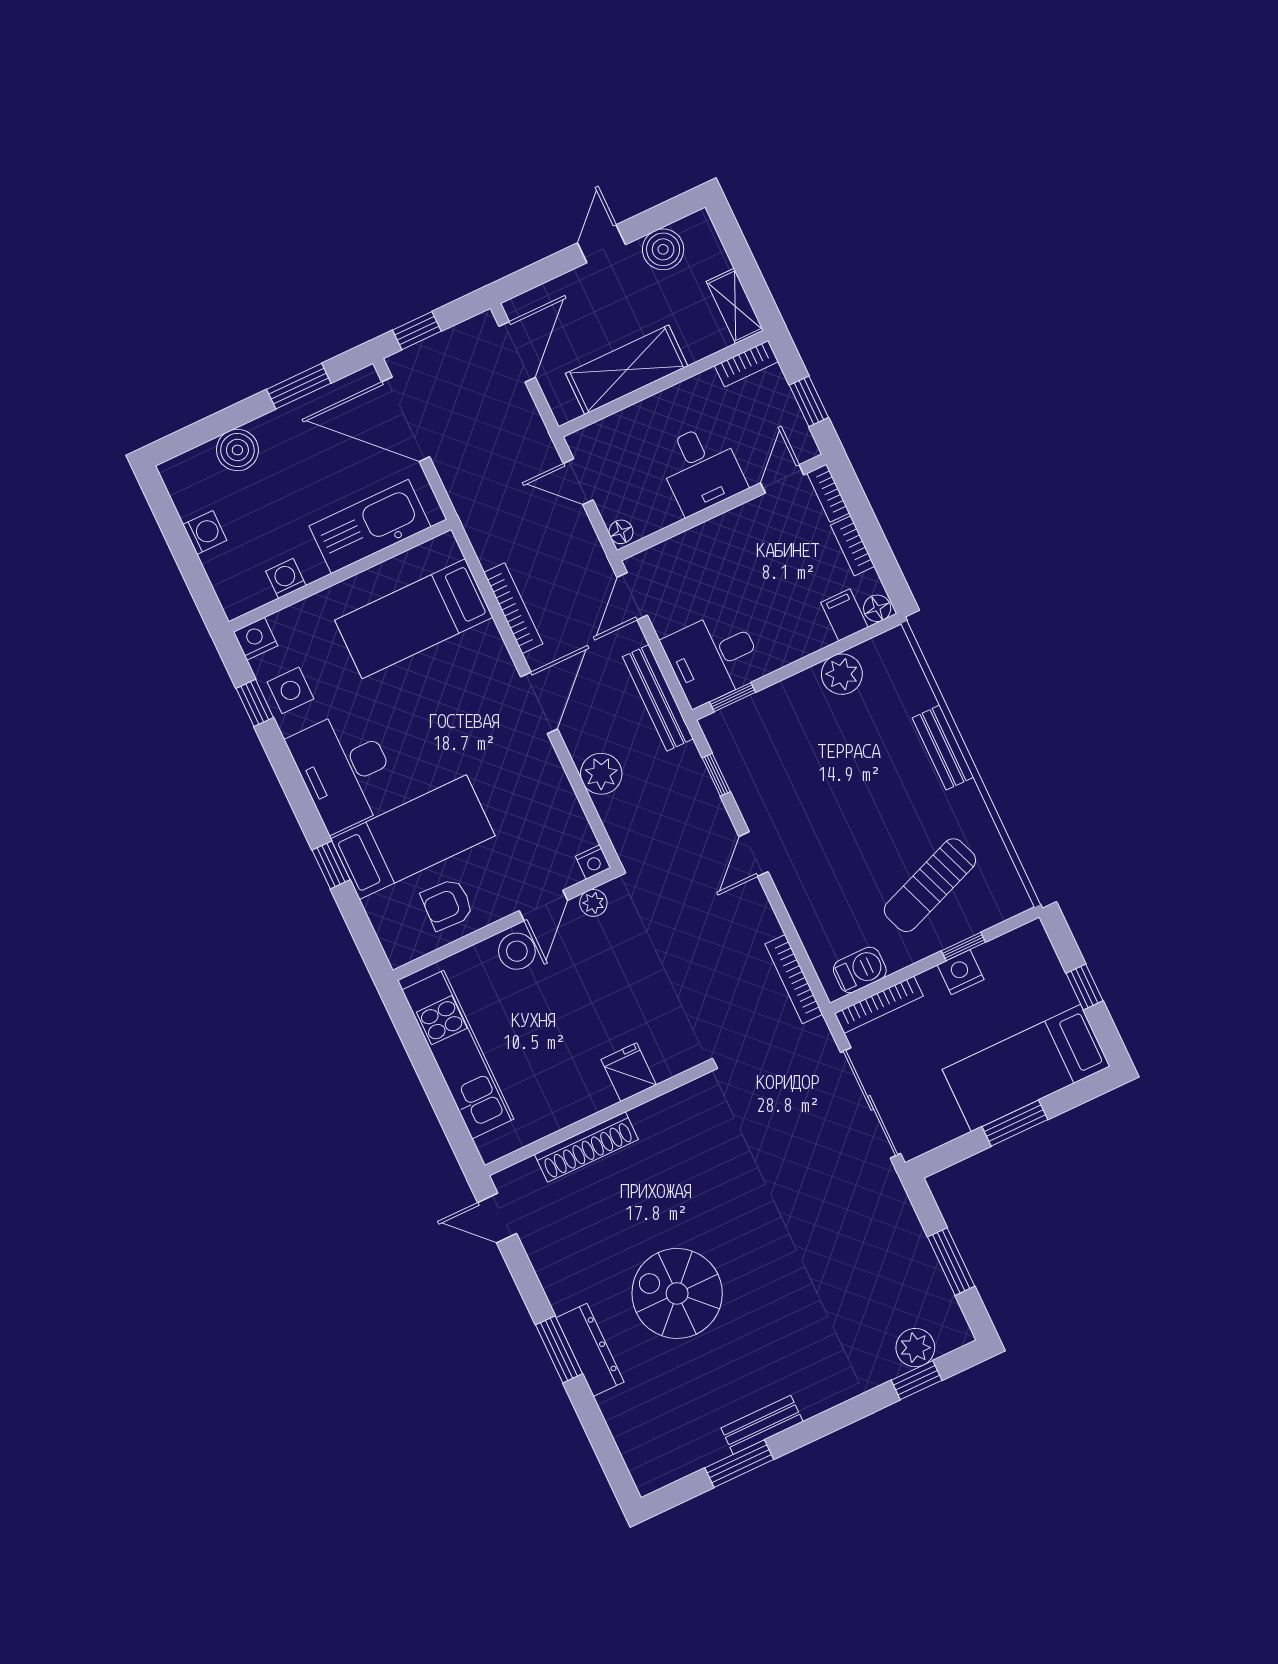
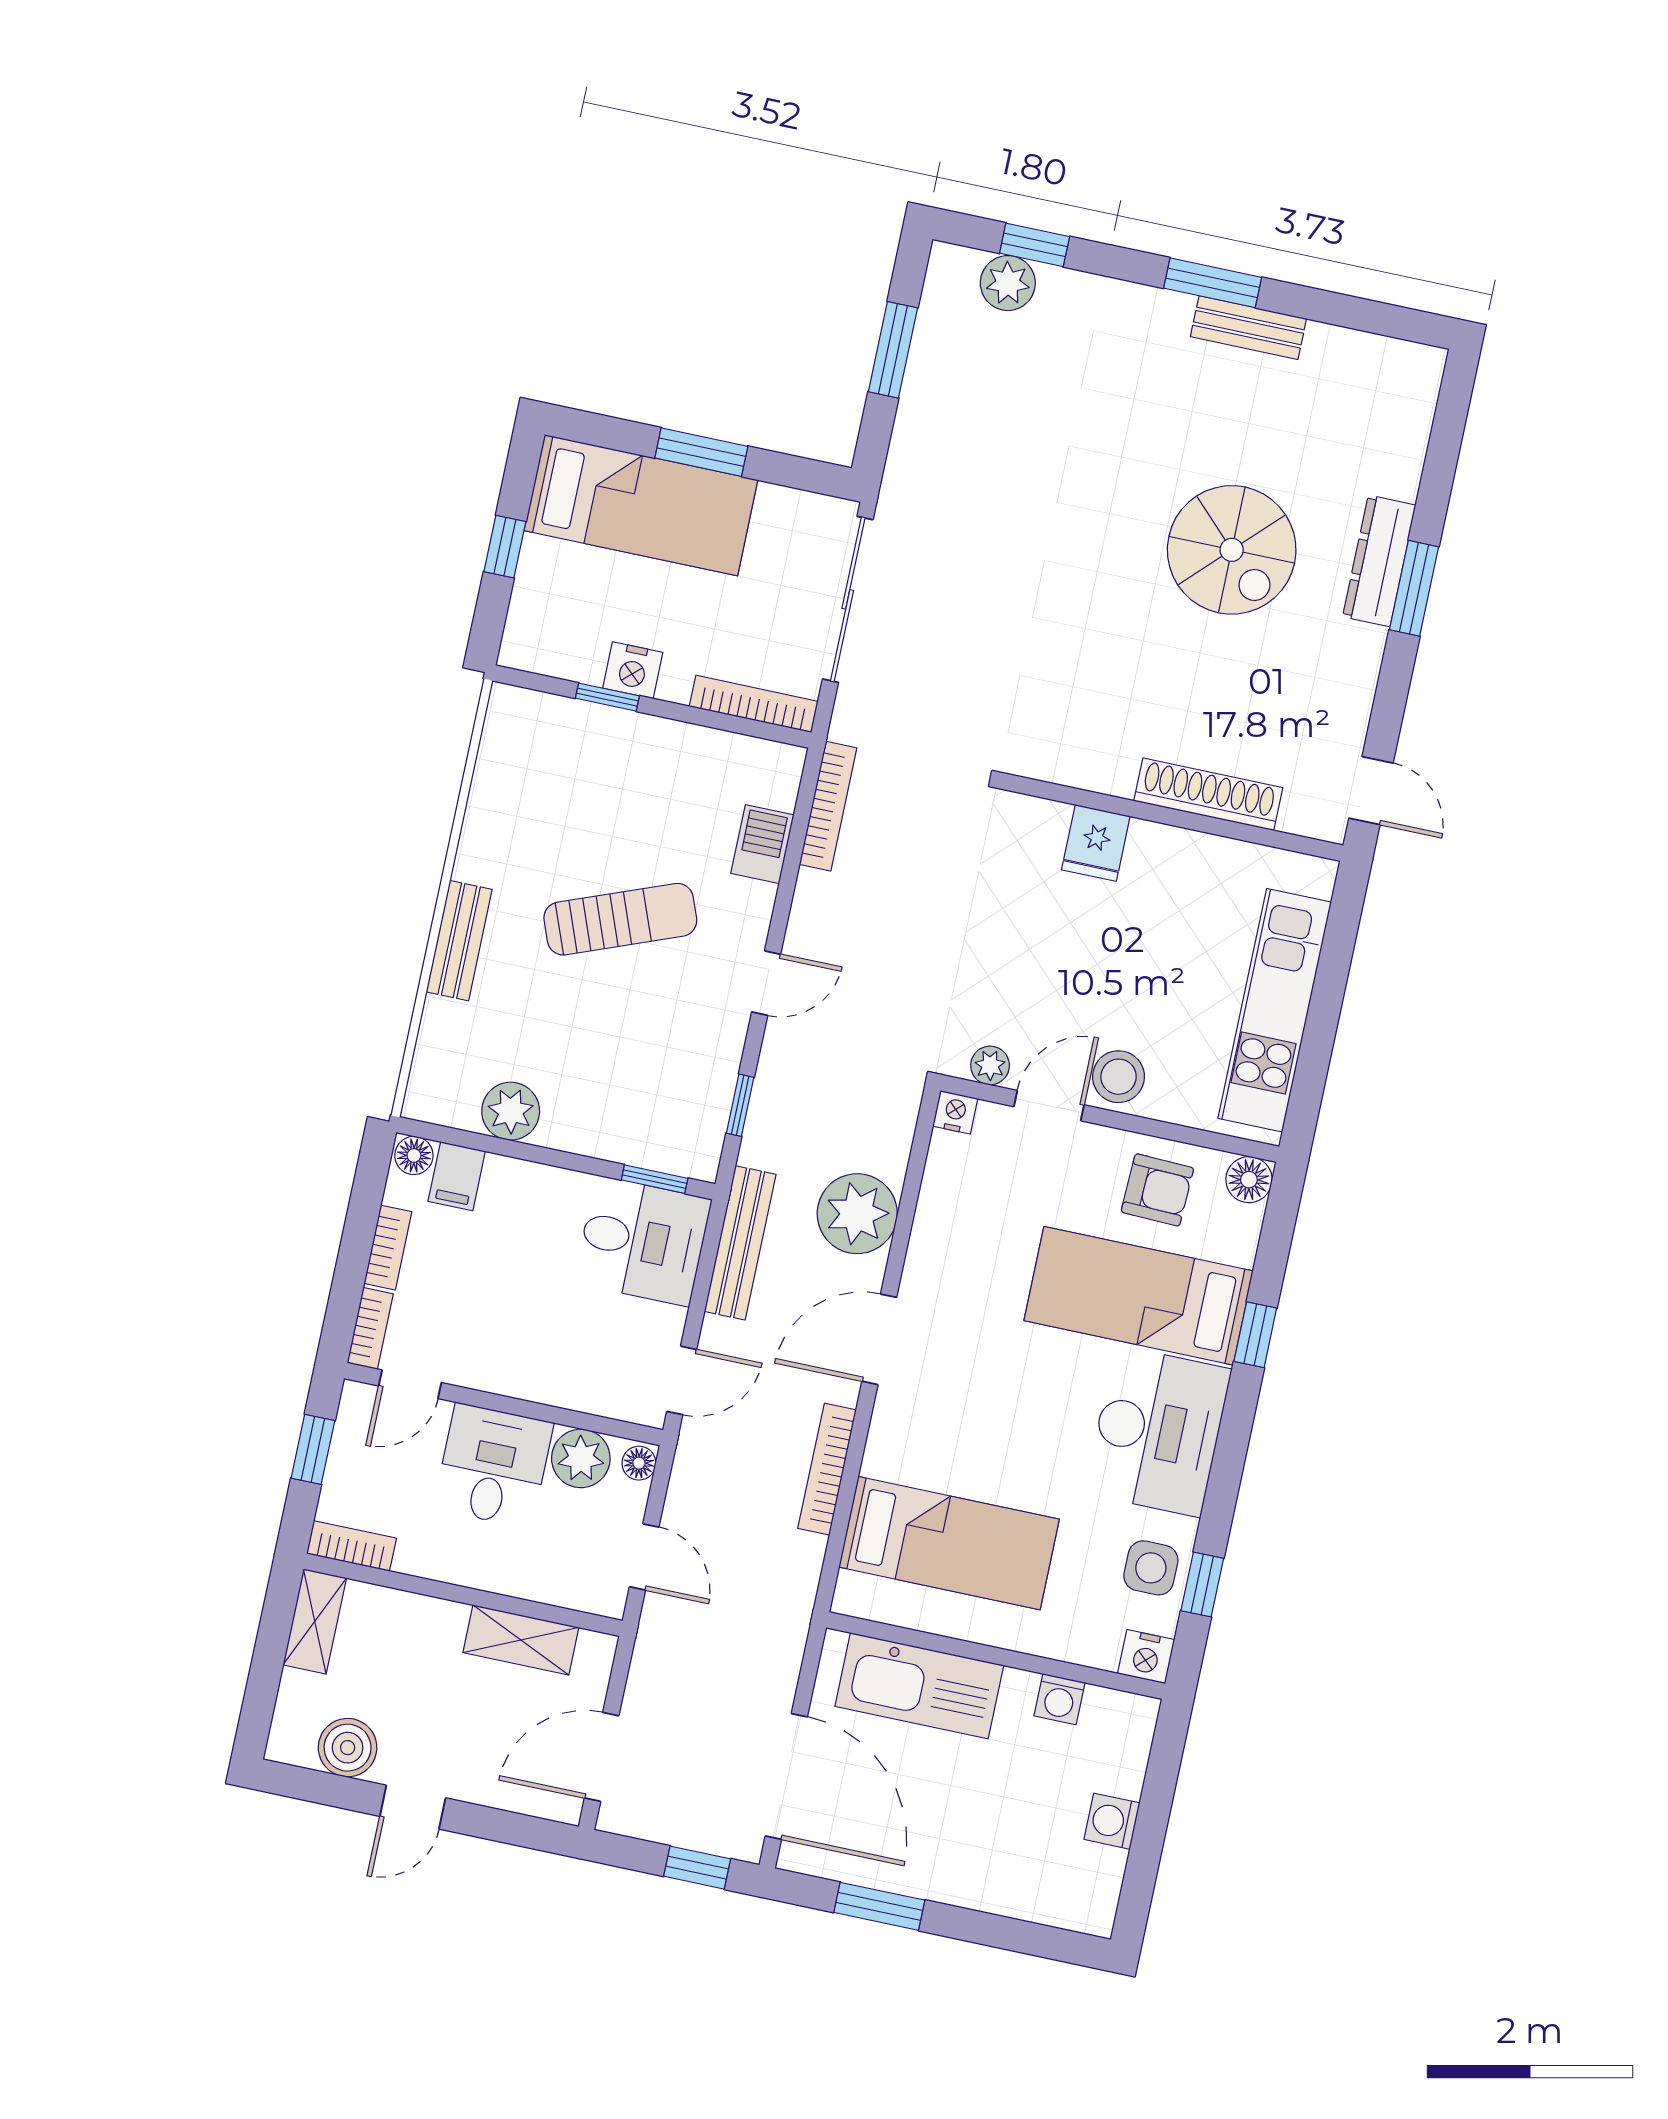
shelving: (627, 370) -> (521, 1640), width x0.67, depth x0.75
boiler: (237, 450) -> (1004, 1887), removed
plant: (655, 510) -> (581, 1458), added
plant: (601, 774) -> (857, 1214), width x1.36, depth x1.36
sun lounger: (930, 885) -> (620, 919), moved
floor lamp: (400, 949) -> (1249, 1180), added
barbecue: (860, 970) -> (762, 844), moved, turned 90
window: (739, 1464) -> (1213, 283), moved

